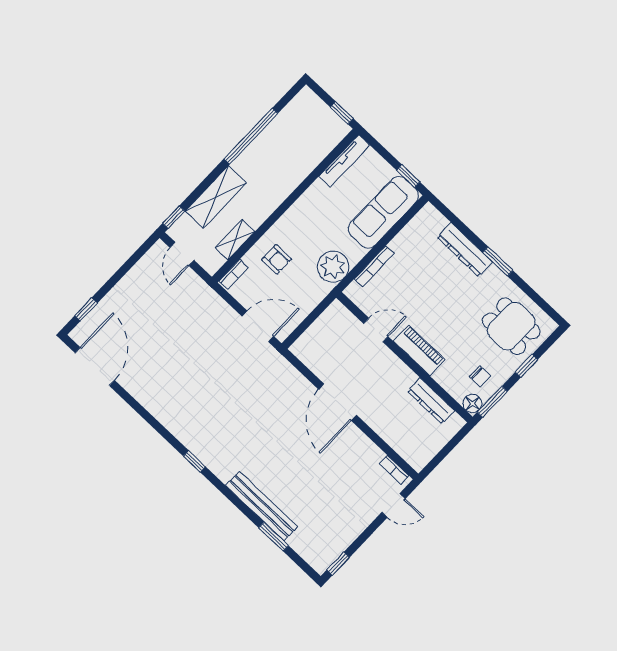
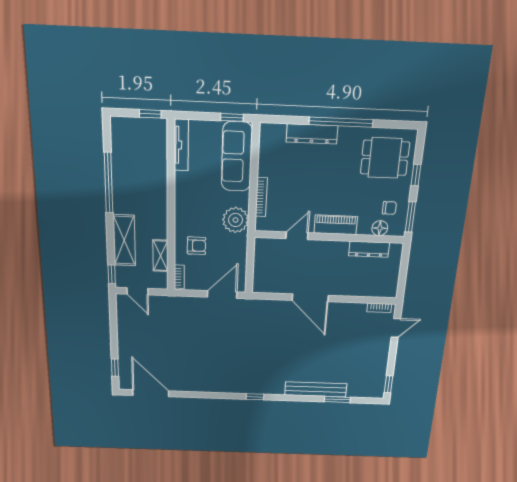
window: (498, 261) -> (341, 122), width x2.11
floor lamp: (472, 404) -> (380, 228), moved

